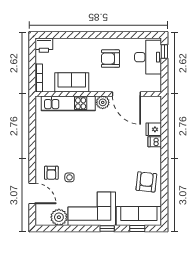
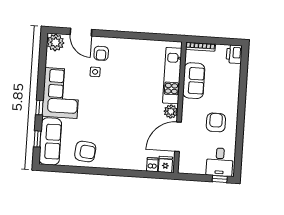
desk: (148, 57) -> (220, 162), width x0.73
fridge: (154, 129) -> (165, 164), moved
dishwasher: (155, 142) -> (152, 165), moved
armchair: (51, 173) -> (101, 53), turned -90
door: (32, 193) -> (81, 32), hinge flipped
plant: (59, 217) -> (55, 42), moved

